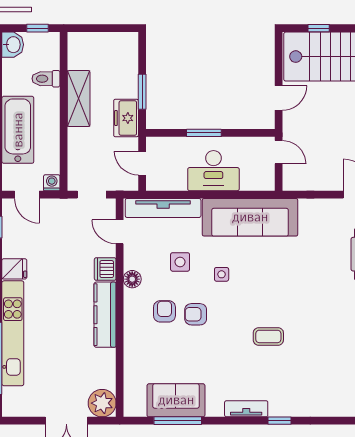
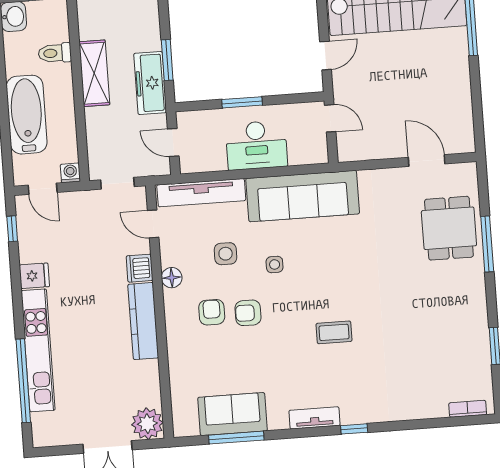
freezer: (126, 118) -> (150, 83), width x1.40

